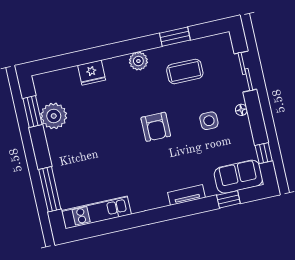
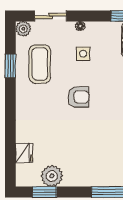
plant: (138, 61) -> (23, 29), moved
coffee table: (185, 71) -> (40, 64), width x1.36, depth x1.32
fridge: (92, 73) -> (24, 153), moved

